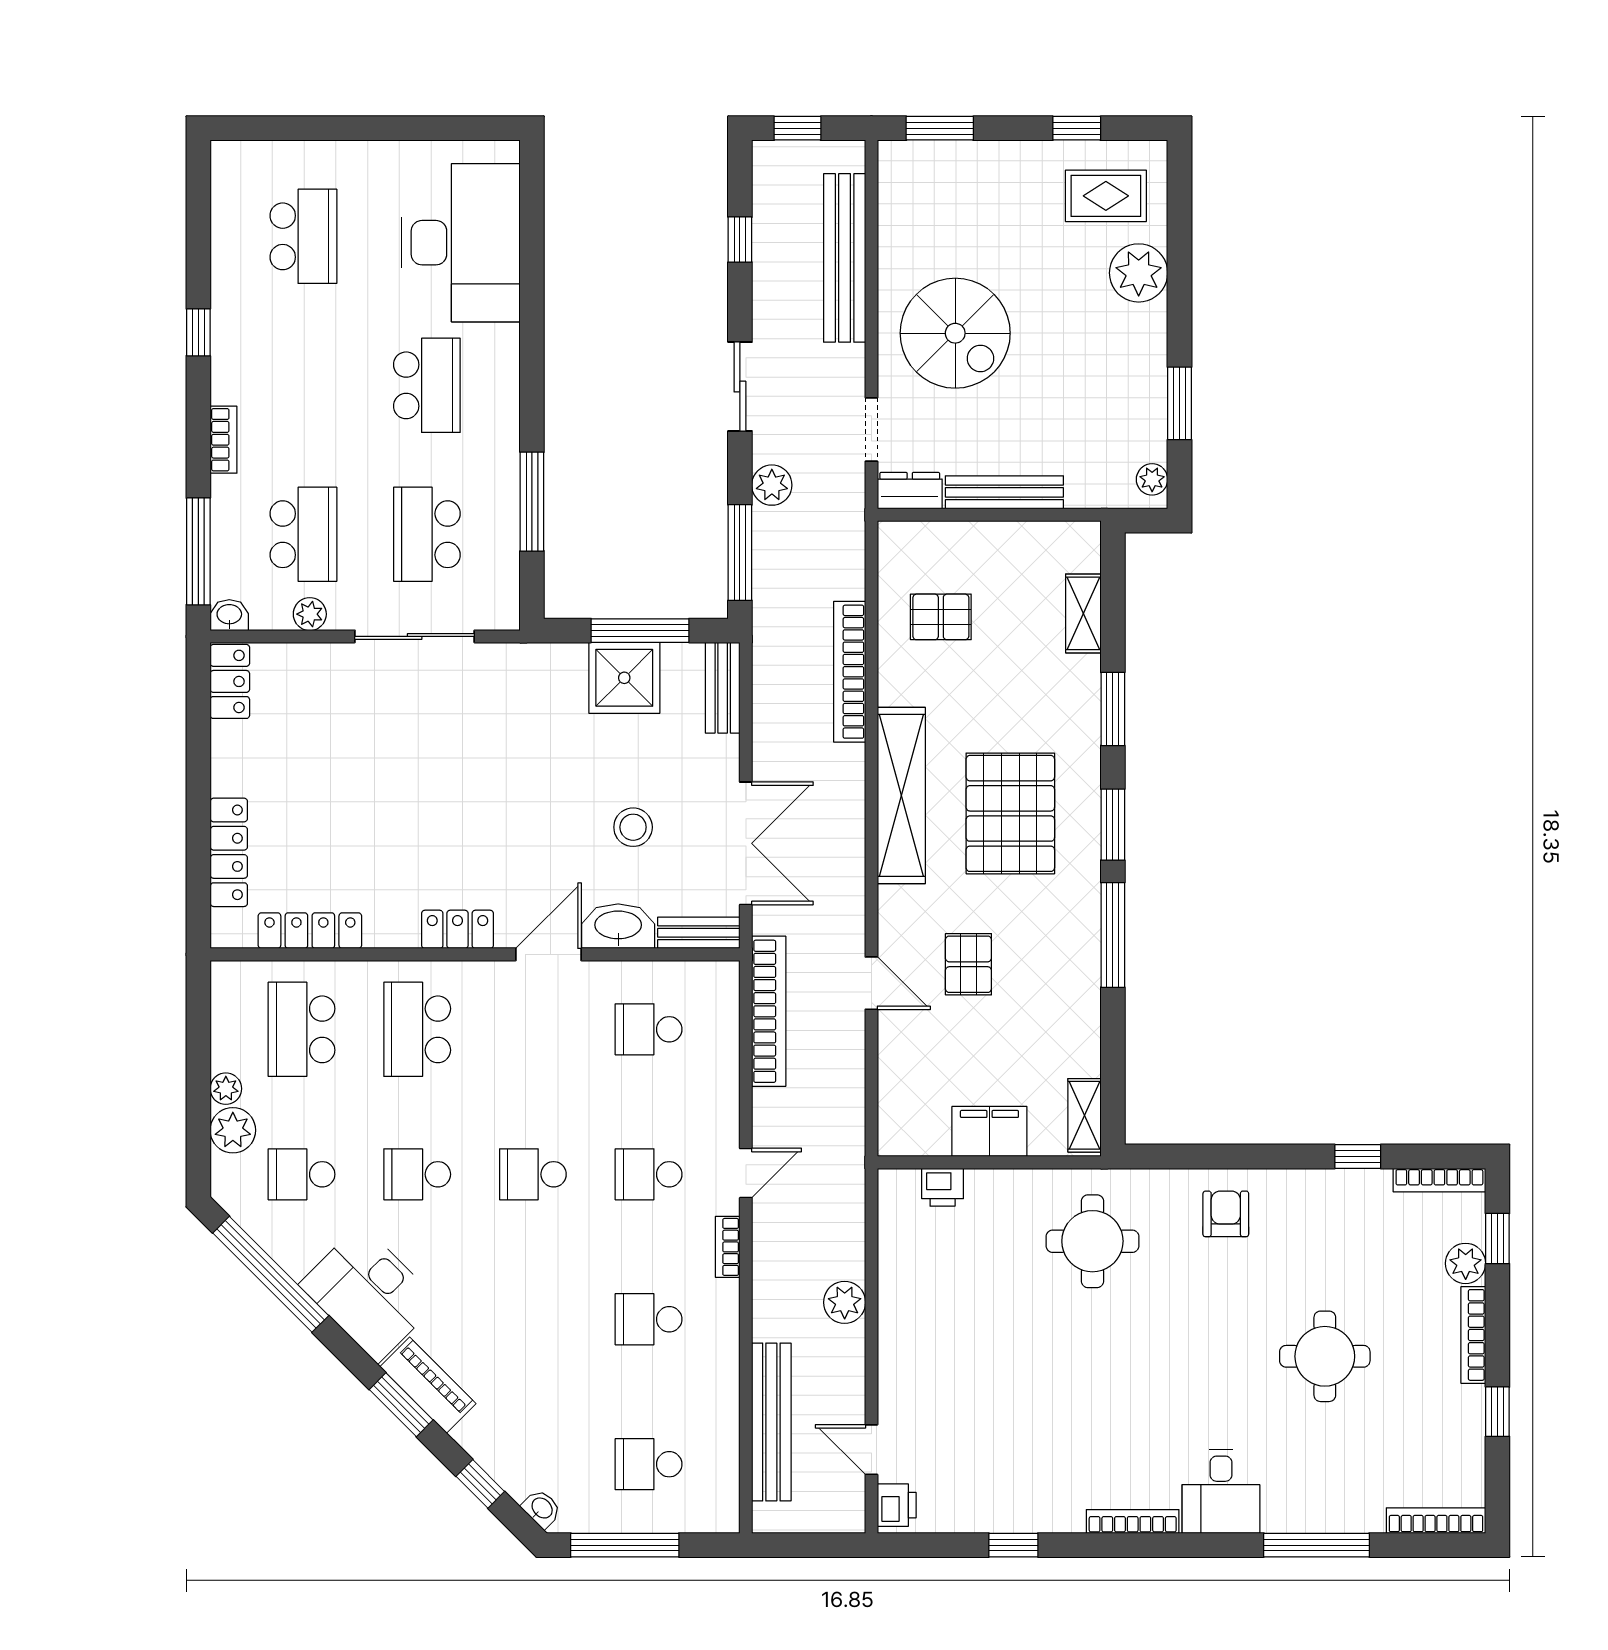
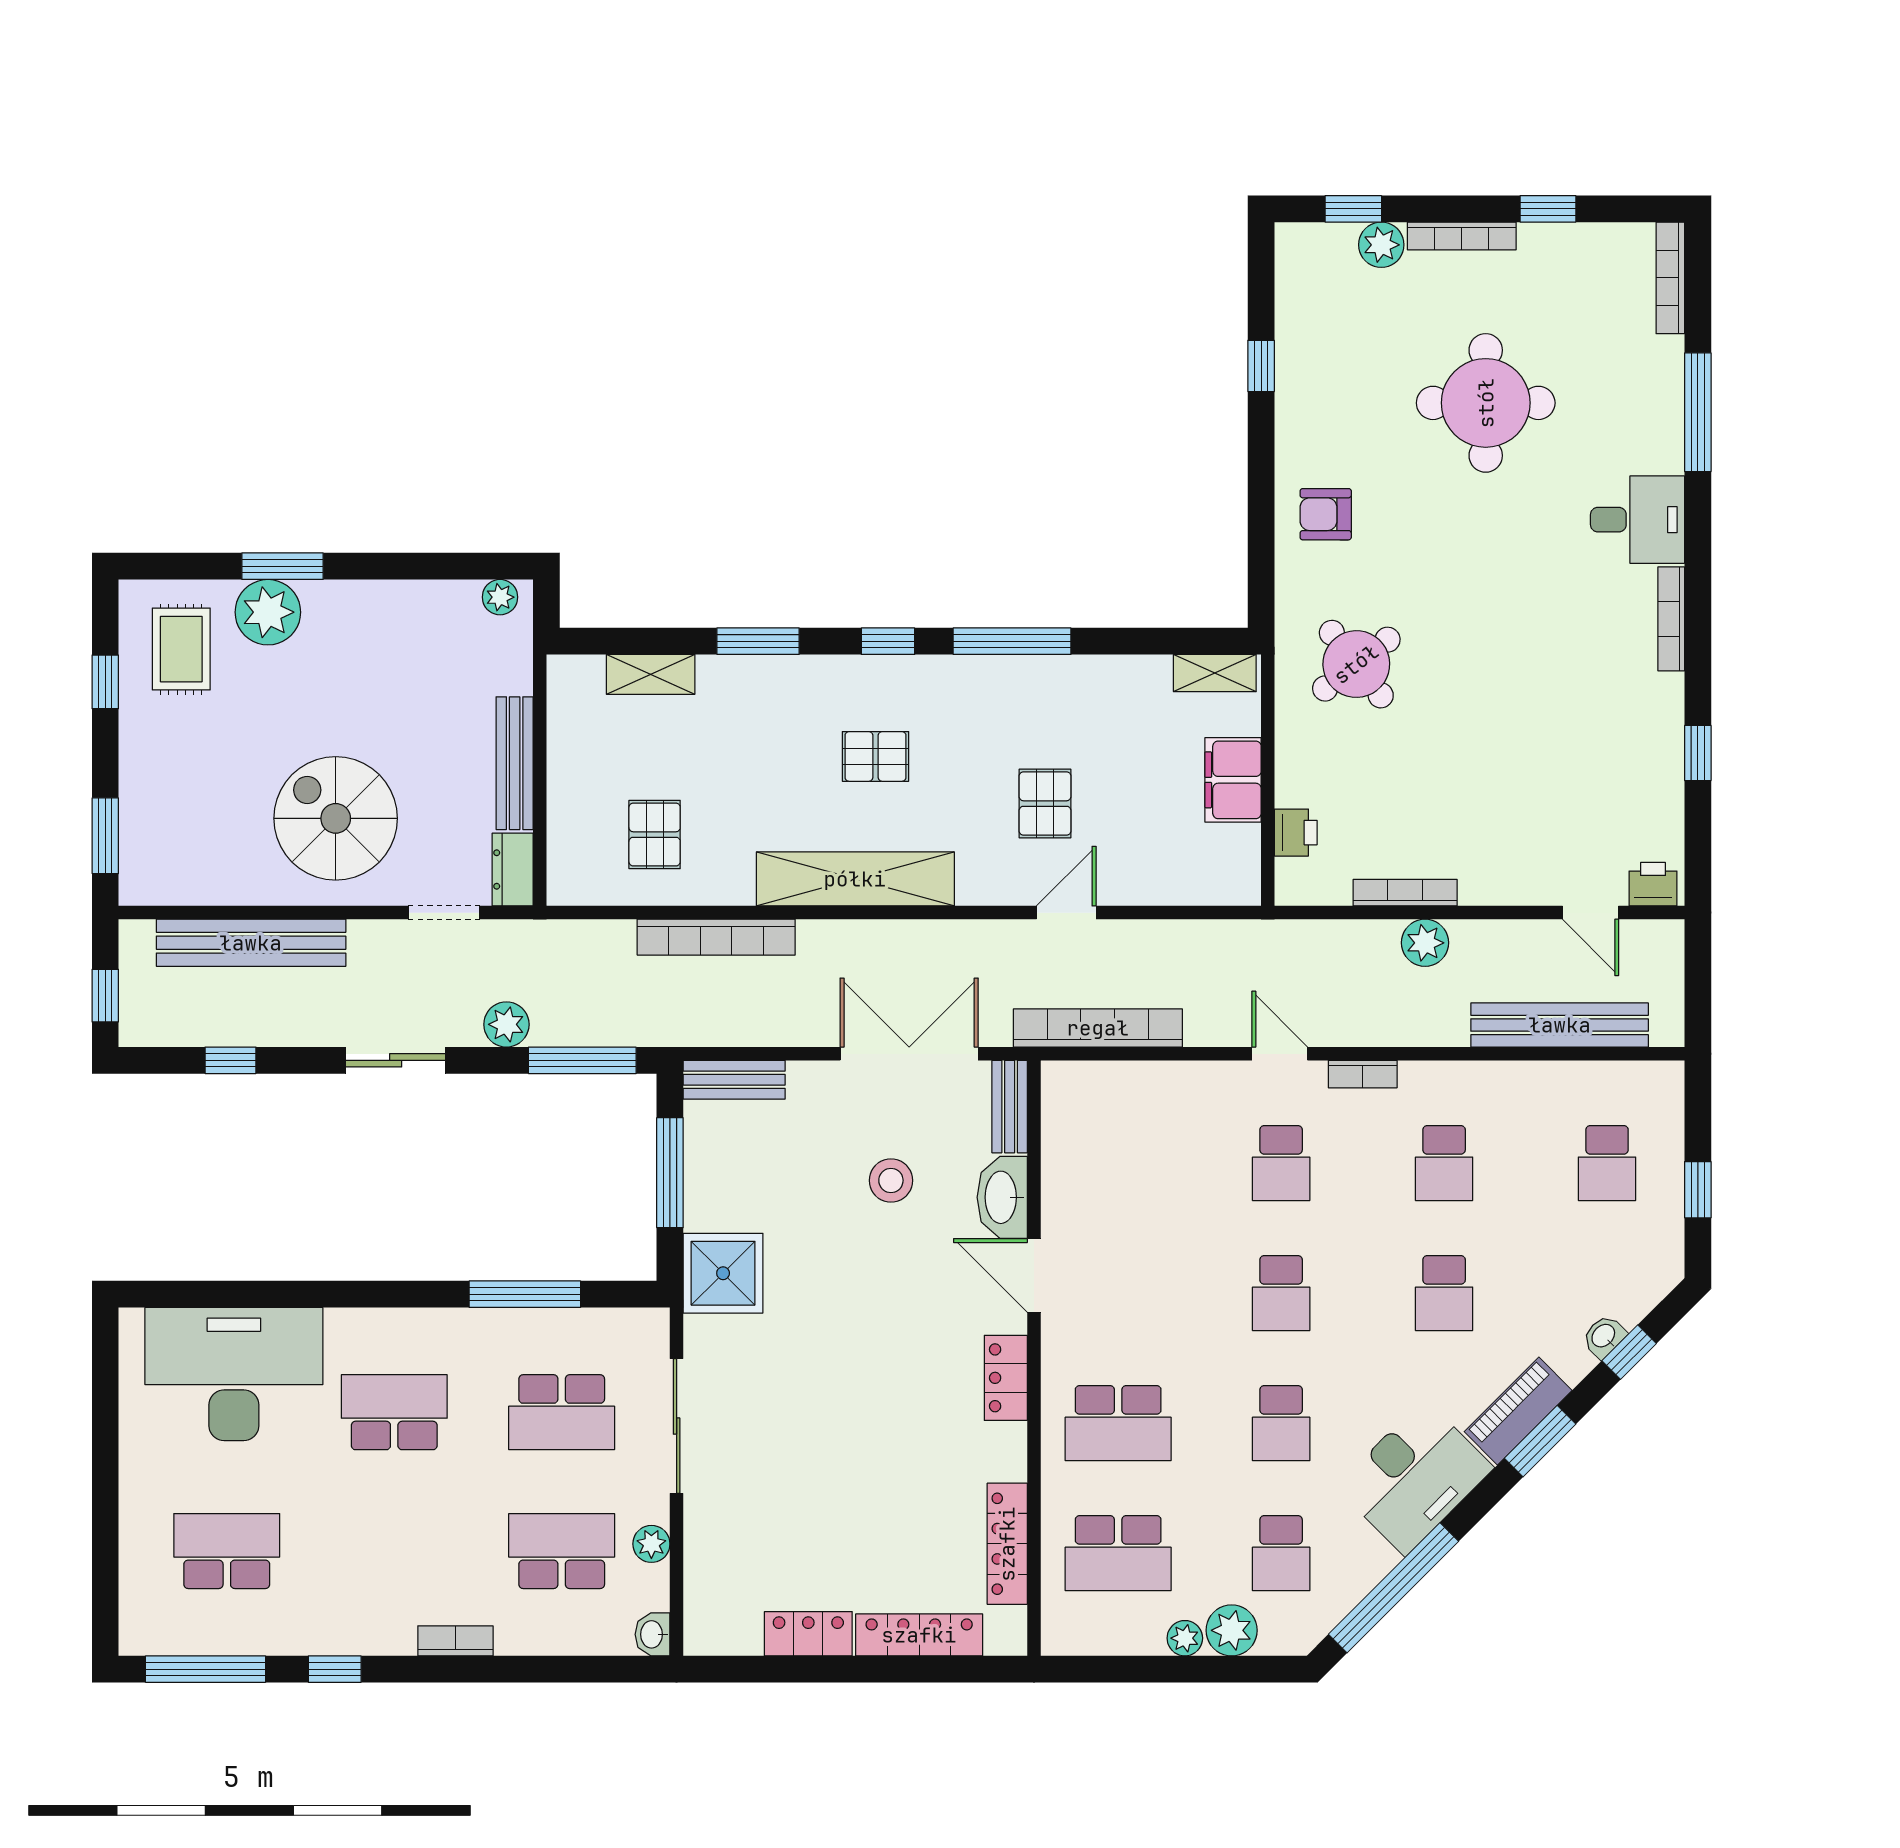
spiral stairs: (955, 333) -> (336, 818), turned -90
window: (1180, 403) -> (282, 566), moved
window: (198, 551) -> (205, 1669), moved
shower: (624, 678) -> (723, 1273), moved
locker: (230, 681) -> (808, 1634), moved
pallet: (1010, 813) -> (875, 756), width x0.49, depth x0.50
window: (1113, 825) -> (888, 641), width x0.67
pallet: (968, 964) -> (1045, 804), turned 90
school desk: (649, 1029) -> (1444, 1293), moved
bookcase: (1439, 1180) -> (1405, 893), moved, turned -90
round table: (1092, 1241) -> (1356, 664), turned -38
round table: (1325, 1356) -> (1486, 403), width x1.36, depth x1.36
door: (871, 1450) -> (1591, 913), hinge flipped
washbasin: (542, 1509) -> (1604, 1336), moved
window: (625, 1545) -> (1698, 1190), width x0.46

